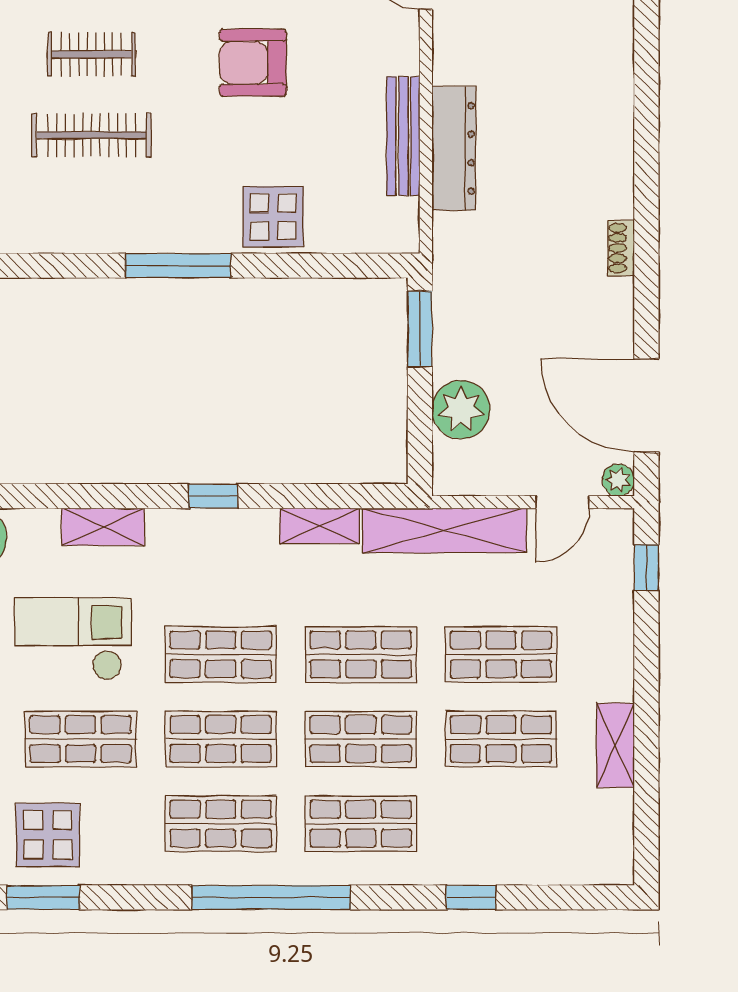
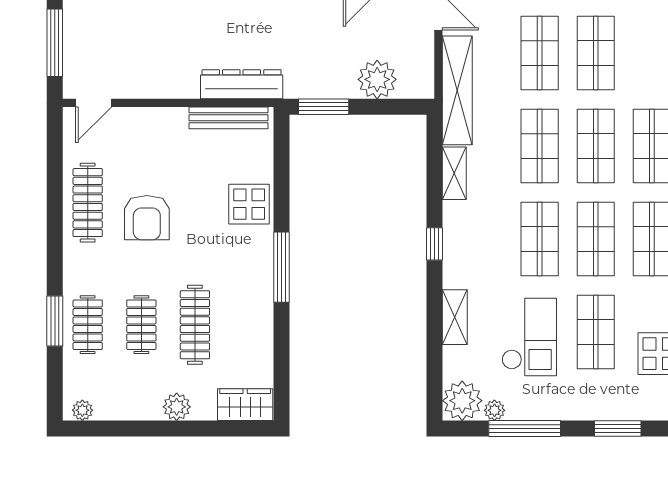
bench: (403, 136) -> (228, 118), moved
dresser: (454, 148) -> (242, 84), moved
checkout: (73, 639) -> (529, 337), turned 180

